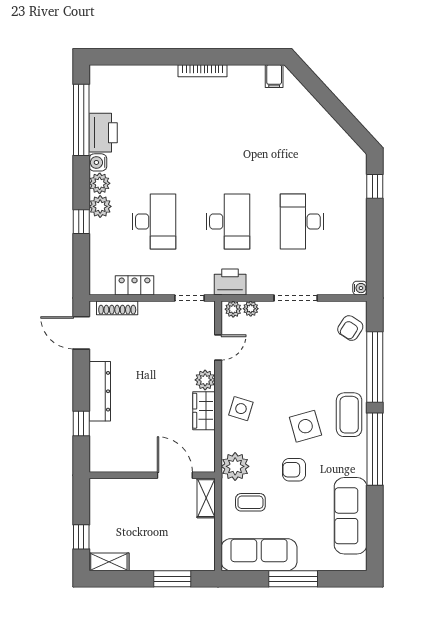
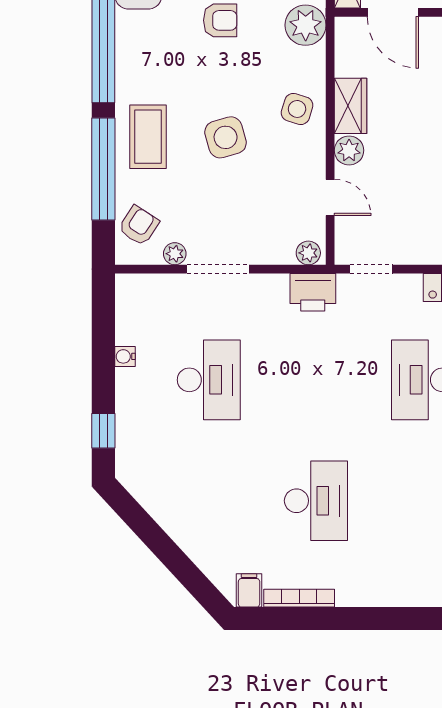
bookcase: (202, 71) -> (299, 598), moved
desk: (228, 222) -> (316, 501), moved, turned 180
water cooler: (360, 288) -> (125, 356), moved
plant: (251, 309) -> (175, 254), moved
door: (218, 347) -> (330, 197), swing flipped
coffee table: (349, 415) -> (148, 137), moved
side table: (305, 426) -> (226, 137), moved

